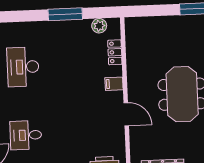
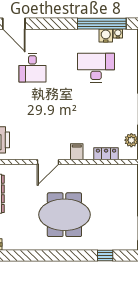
desk: (26, 135) -> (32, 68), turned 180

